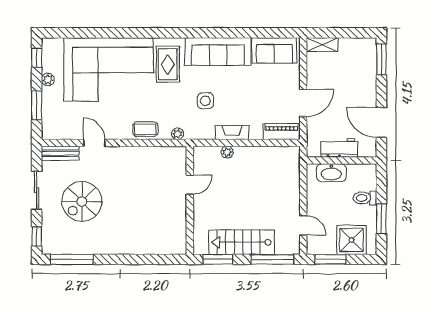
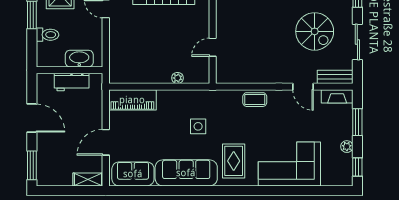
corner sofa: (109, 69) -> (289, 164), width x0.73, depth x0.74
door: (303, 103) -> (106, 142), moved
door: (381, 122) -> (32, 118), moved
piano: (282, 132) -> (132, 100), width x1.37, depth x1.33
fireplace: (232, 133) -> (337, 96), moved
plant: (177, 134) -> (224, 95), removed
spiral stairs: (82, 201) -> (315, 31), turned 90

